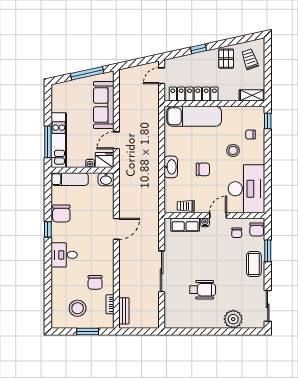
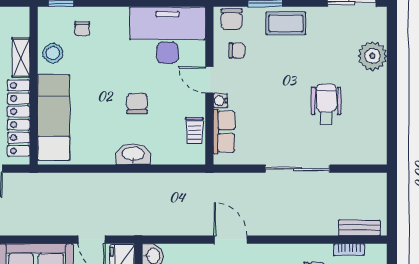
shelving: (252, 95) -> (21, 57), moved
stool: (233, 150) -> (53, 53), moved
chair: (257, 229) -> (232, 19), turned 90

